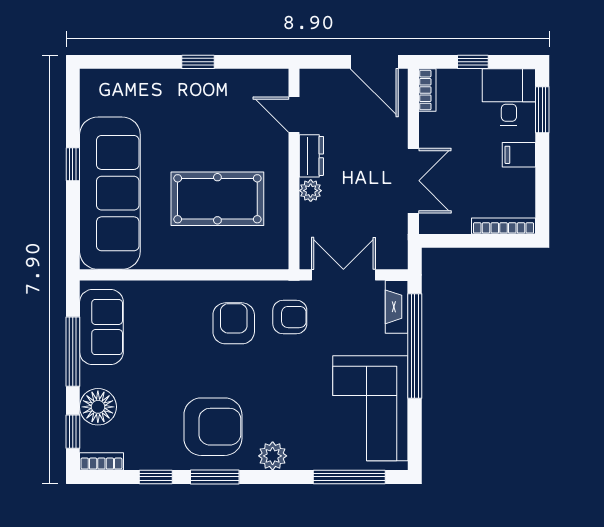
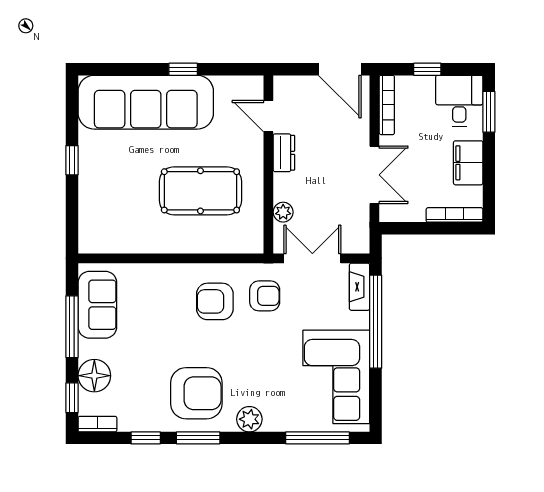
bookcase: (427, 90) -> (387, 105), width x1.56
filing cabinet: (519, 155) -> (468, 163), width x2.00
plant: (311, 191) -> (283, 212), moved
sofa: (110, 193) -> (146, 102), moved, turned 90
armchair: (234, 323) -> (215, 301), turned -90

